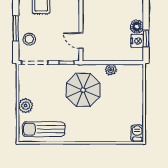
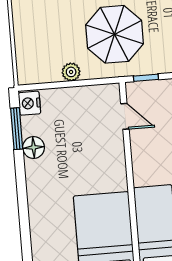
window: (146, 39) -> (17, 129), width x1.50
nightstand: (137, 41) -> (29, 103), moved

